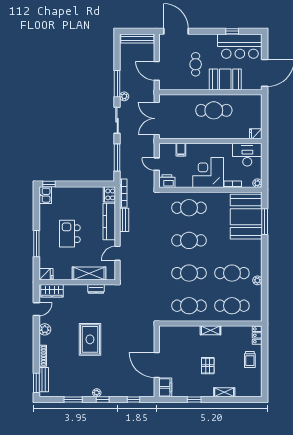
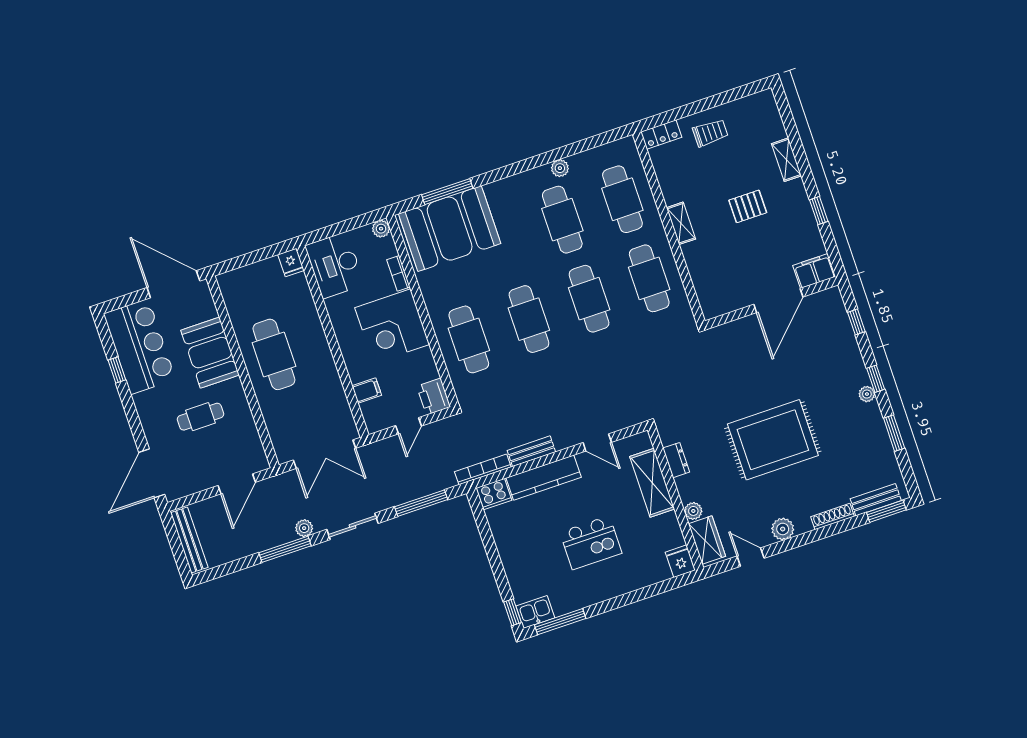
window: (36, 244) -> (560, 622), moved
plant: (68, 289) -> (693, 511), added
rug: (90, 339) -> (773, 440), width x1.37, depth x1.44

